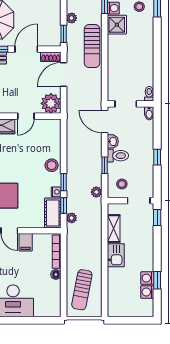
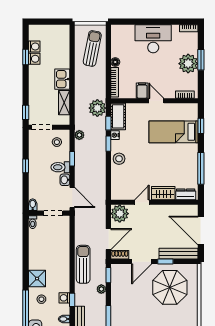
shower: (117, 25) -> (37, 279), moved
plant: (72, 218) -> (97, 108), width x1.87, depth x1.87

